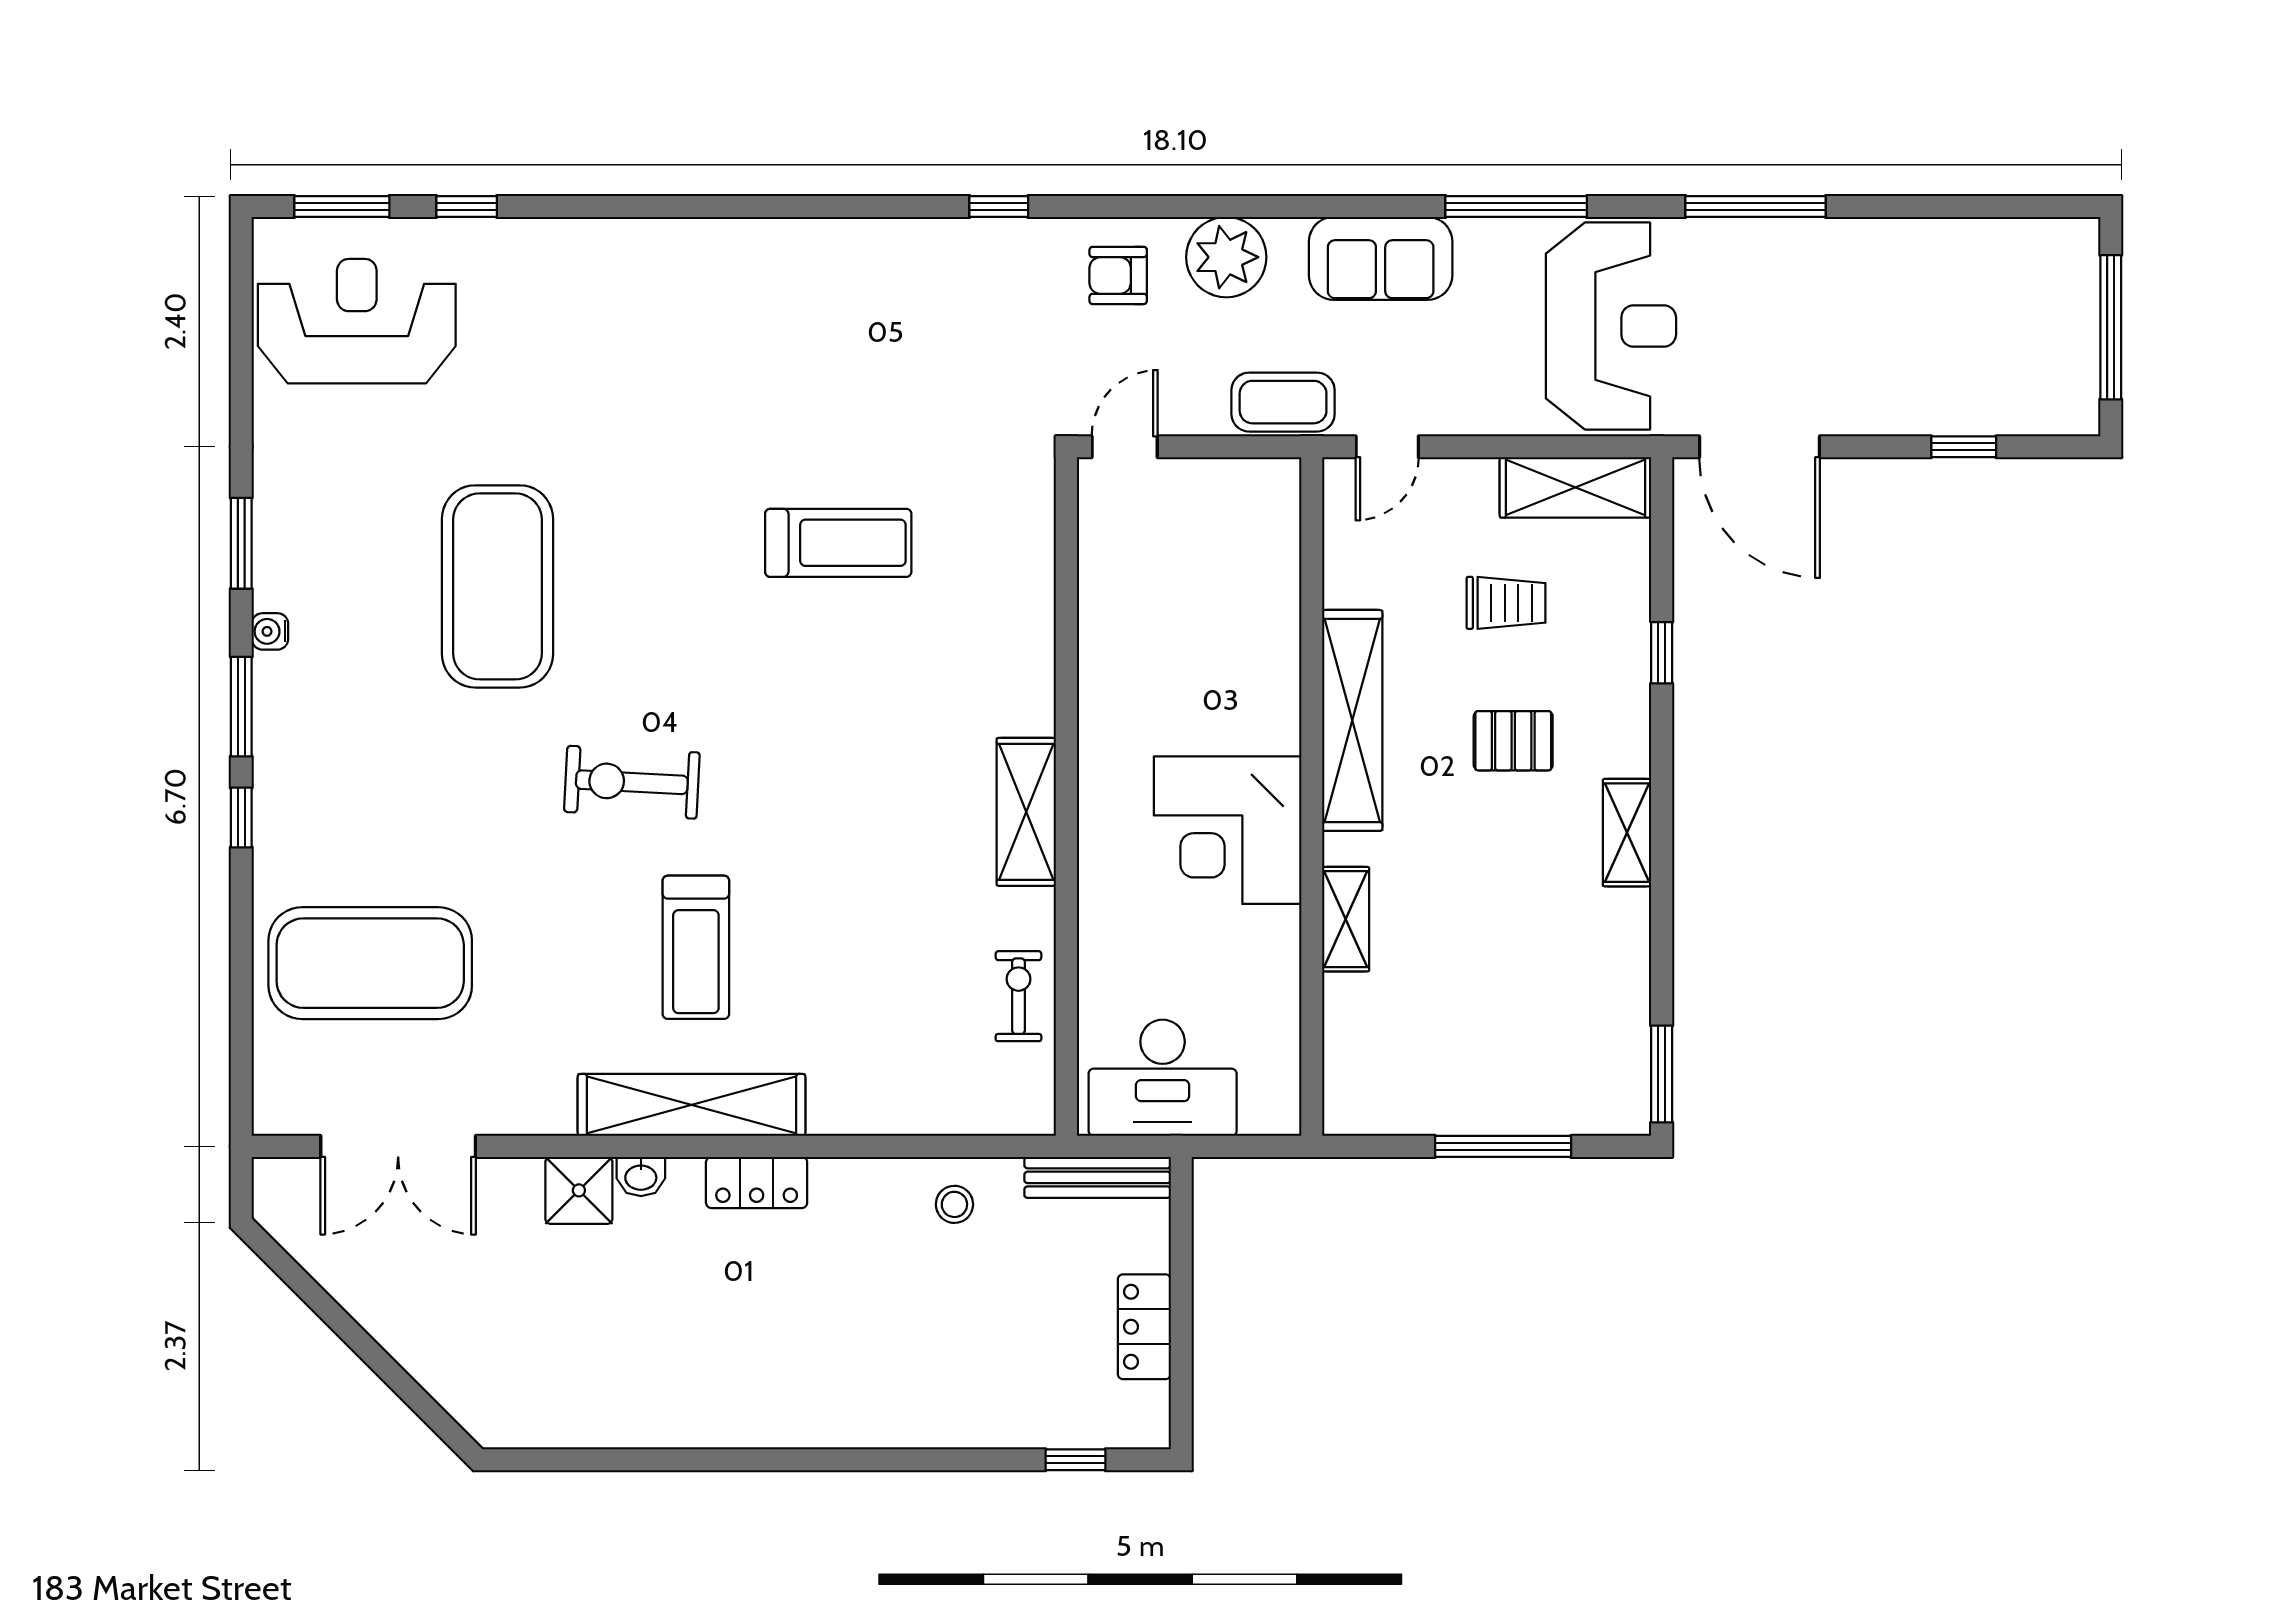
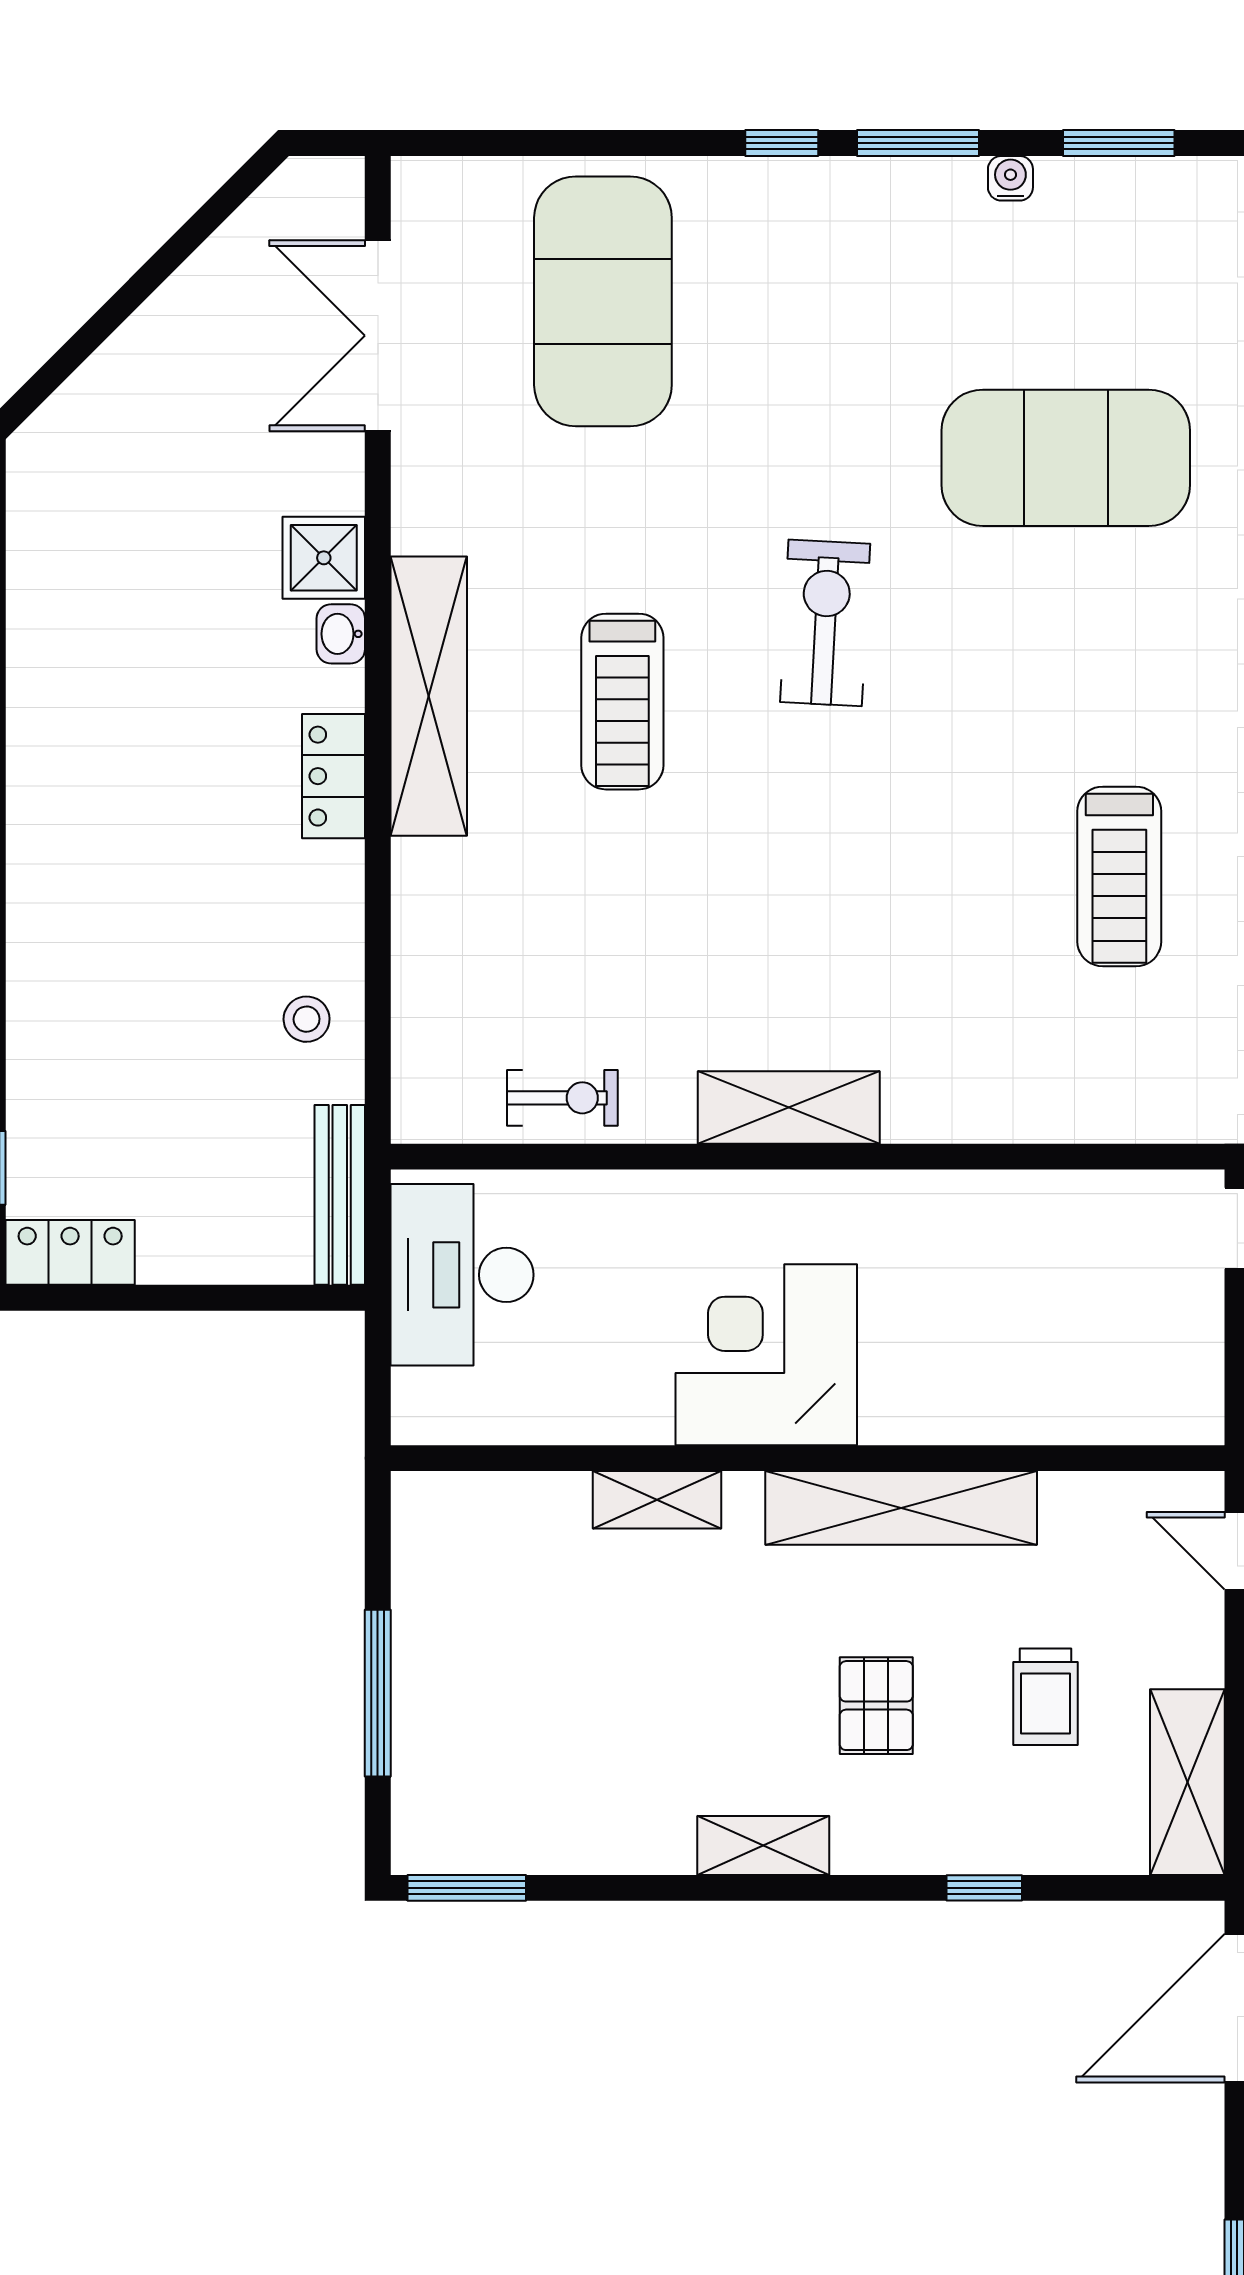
treadmill: (696, 947) -> (622, 702), turned -90
locker: (1144, 1327) -> (70, 1252), moved

